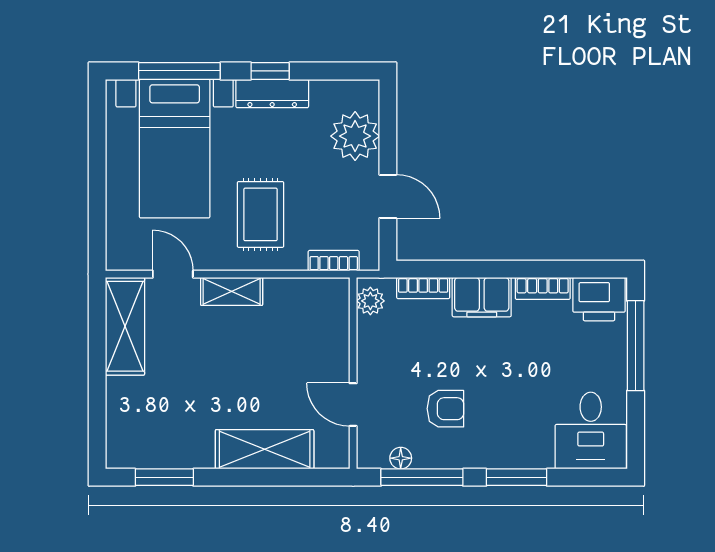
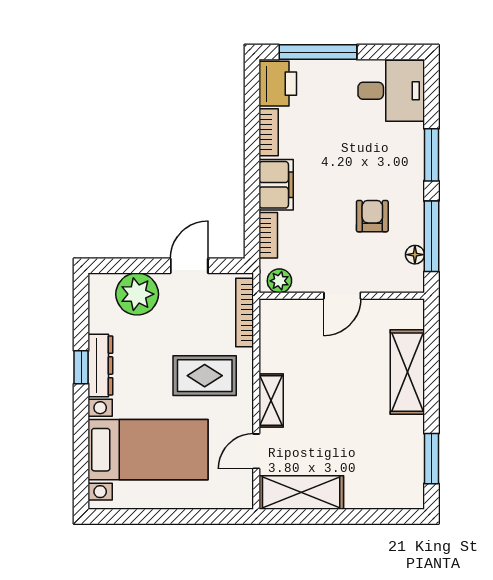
window: (179, 71) -> (81, 445), removed
bookcase: (334, 261) -> (245, 312), width x1.56
door: (353, 405) -> (342, 296), moved

